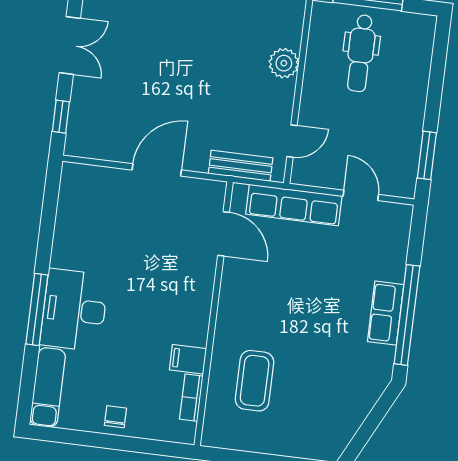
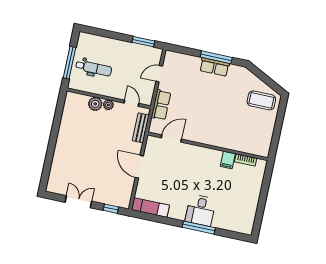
plant: (284, 92) -> (108, 105), added
row of seats: (294, 205) -> (161, 105), width x0.68
desk: (74, 310) -> (201, 210), width x0.73
window: (407, 315) -> (216, 57), width x0.68
coffee table: (255, 381) -> (261, 100), moved
exam couch: (48, 388) -> (150, 208), moved
chair: (115, 417) -> (251, 196), removed

